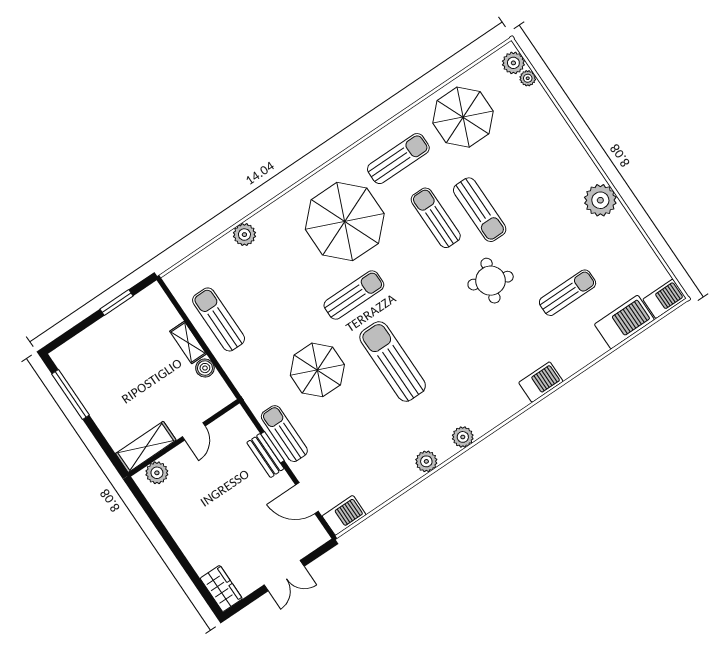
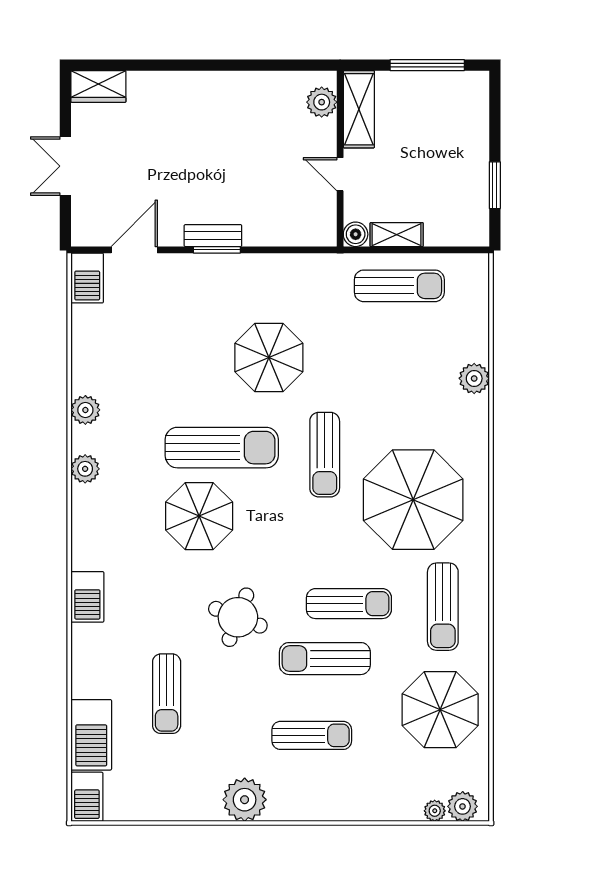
parasol: (444, 347) -> (199, 516), added
door: (194, 431) -> (340, 174), moved
sun lounger: (284, 434) -> (312, 735), moved
wall: (184, 438) -> (340, 159), moved
shelving: (146, 447) -> (359, 109), moved
plant: (157, 473) -> (322, 102), moved

